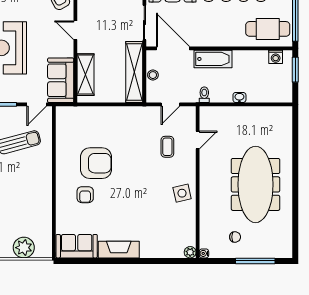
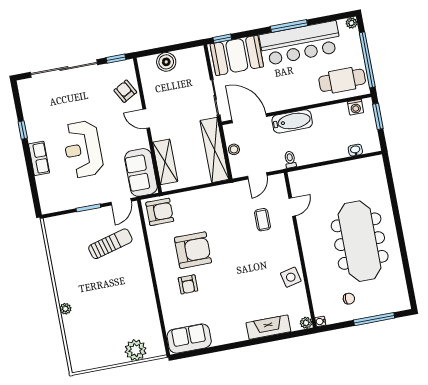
washbasin: (239, 97) -> (355, 150), moved
armchair: (71, 121) -> (160, 212), added
side table: (182, 193) -> (291, 277), moved
fireplace: (119, 250) -> (268, 327), moved

